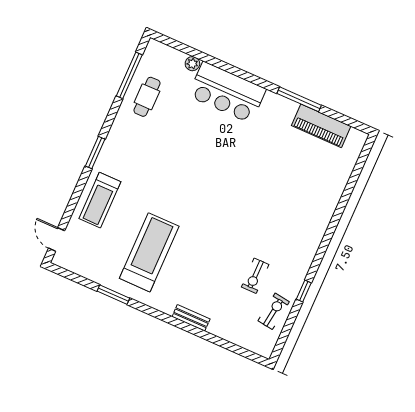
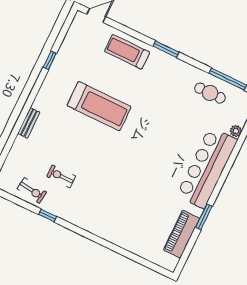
bar counter: (227, 92) -> (207, 168), width x1.36
window: (299, 99) -> (204, 217), width x0.69
treadmill: (149, 252) -> (99, 106), moved
window: (113, 295) -> (50, 60), width x0.67

